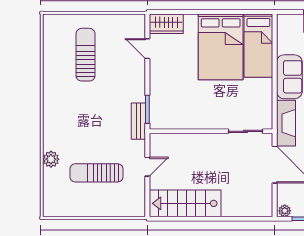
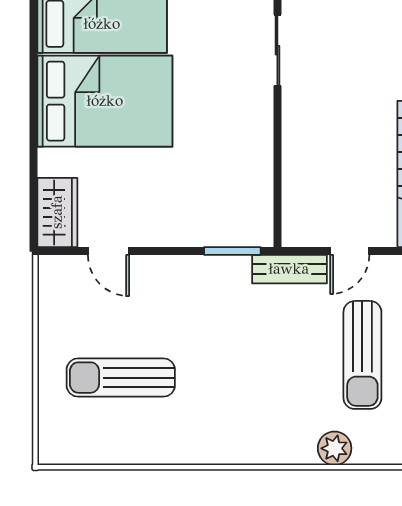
door: (147, 49) -> (108, 251), hinge flipped
bench: (138, 121) -> (289, 269), moved
door: (147, 167) -> (350, 251), swing flipped

